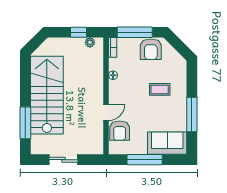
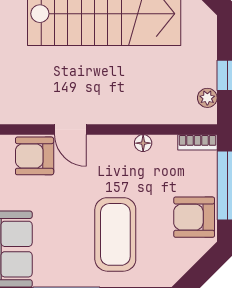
coffee table: (160, 89) -> (115, 234), width x1.86, depth x1.72

